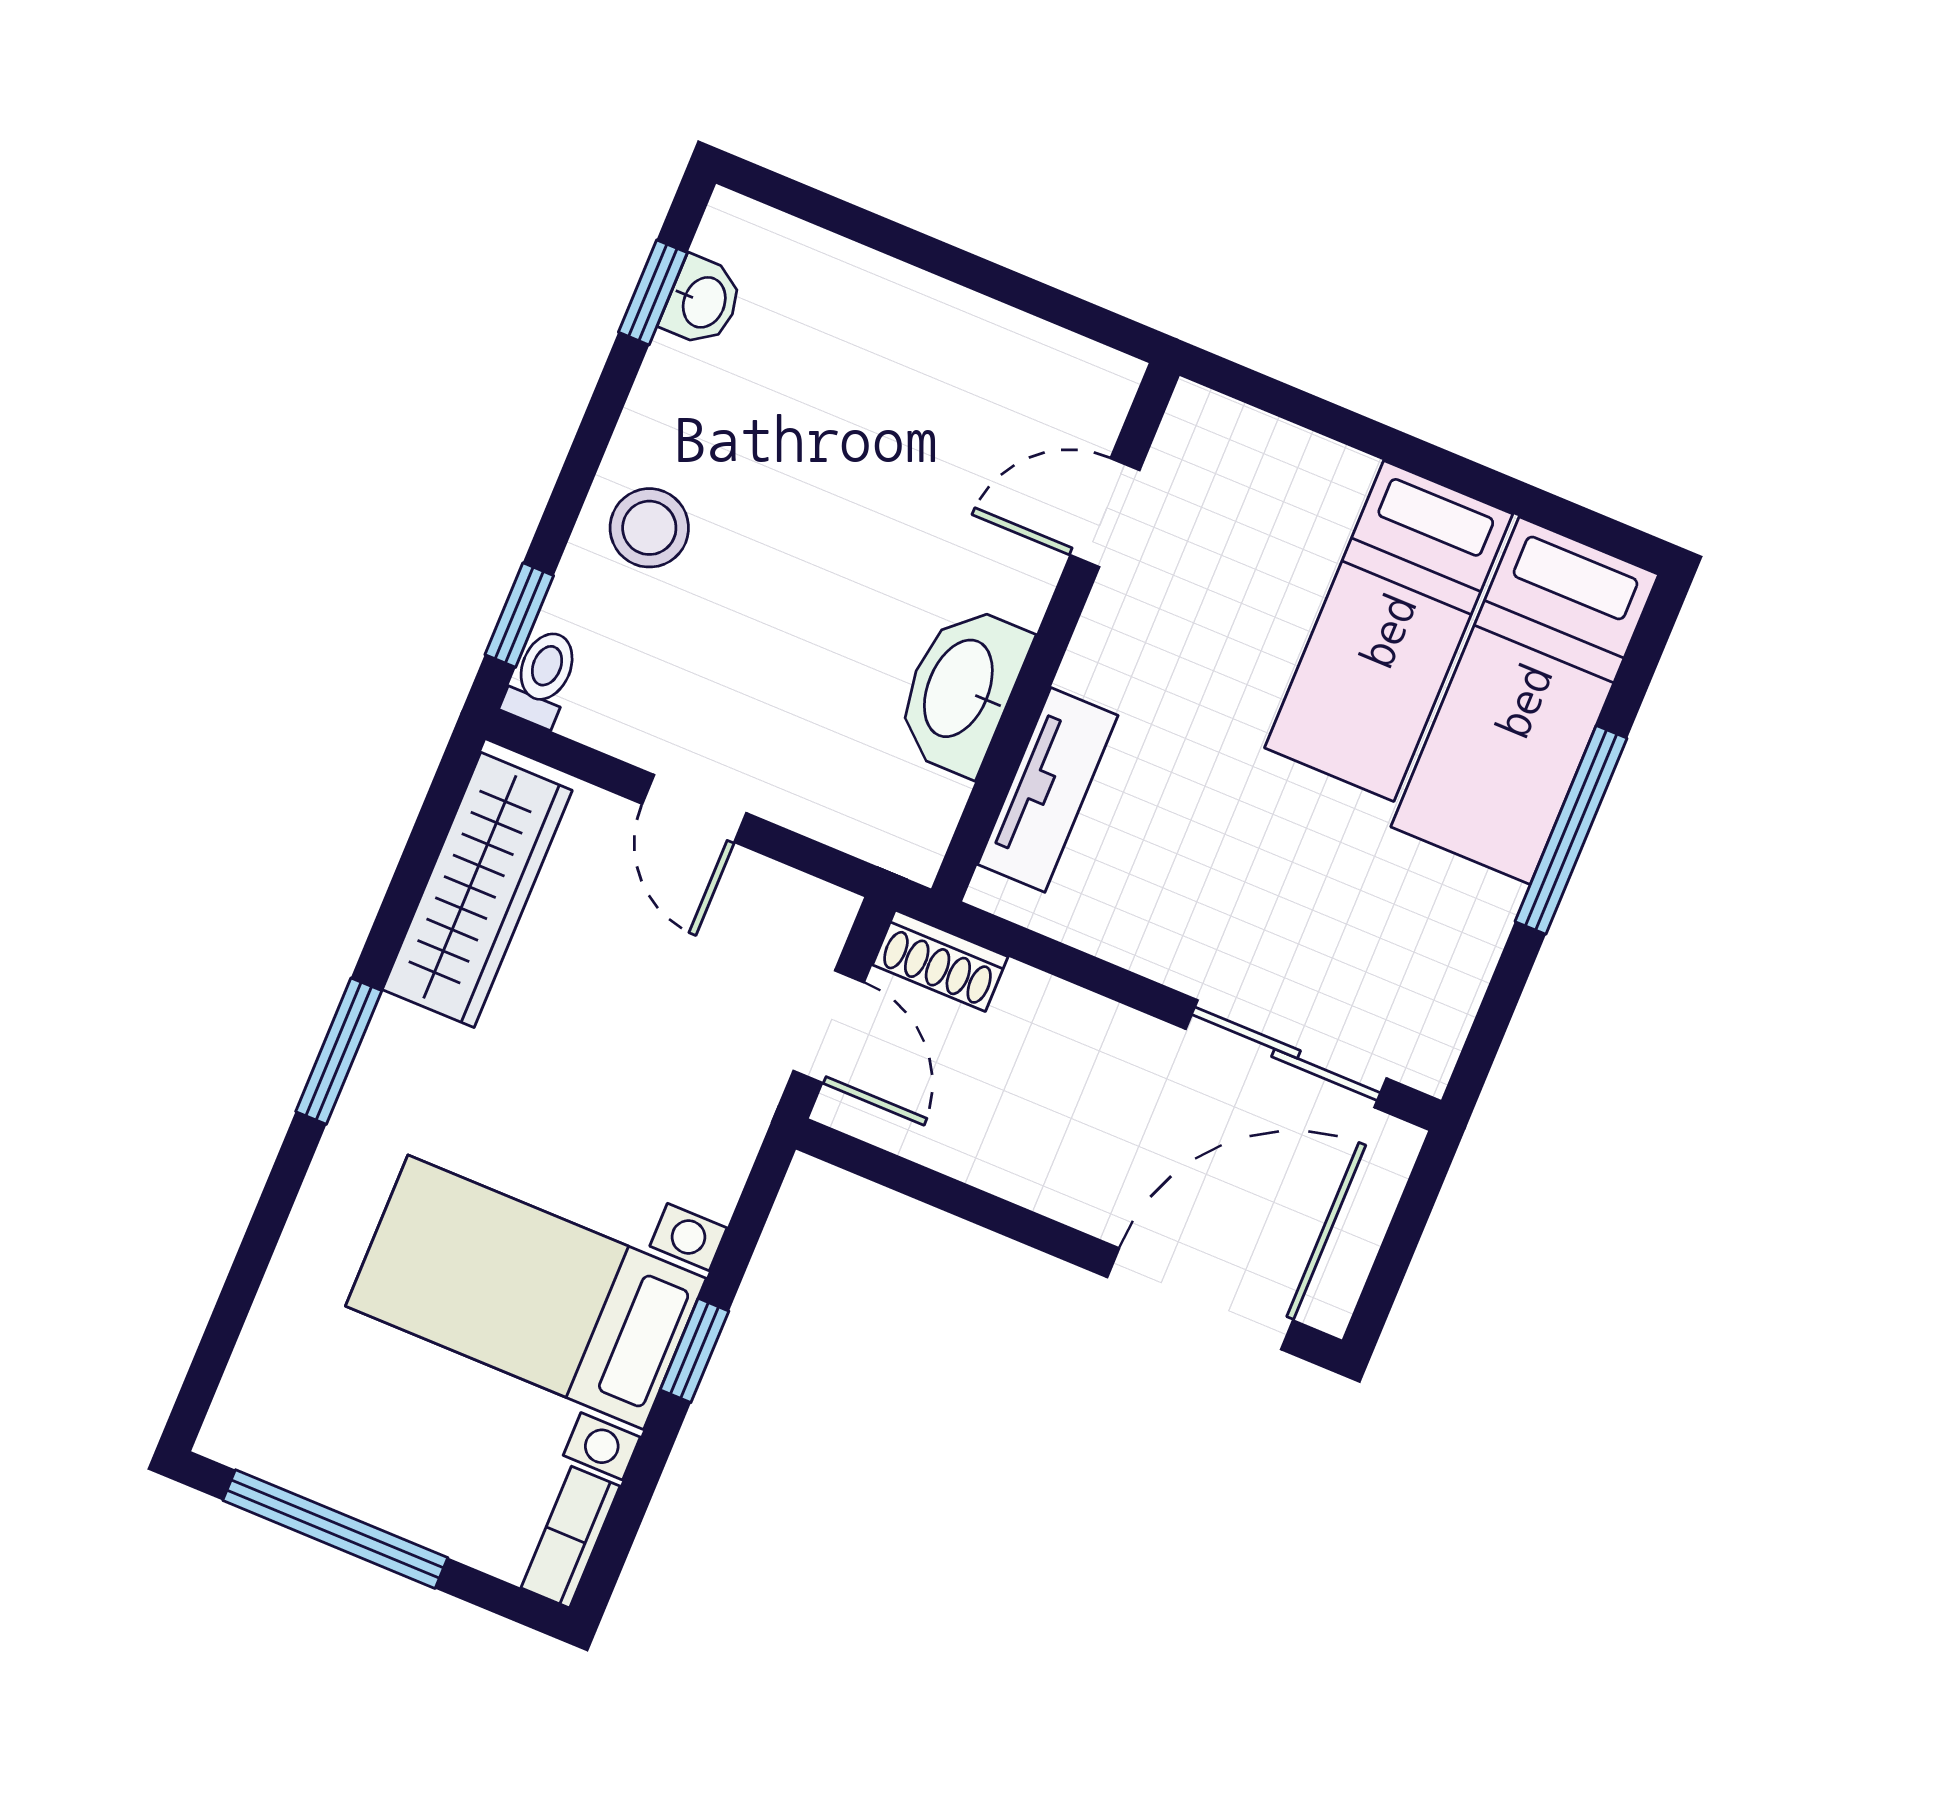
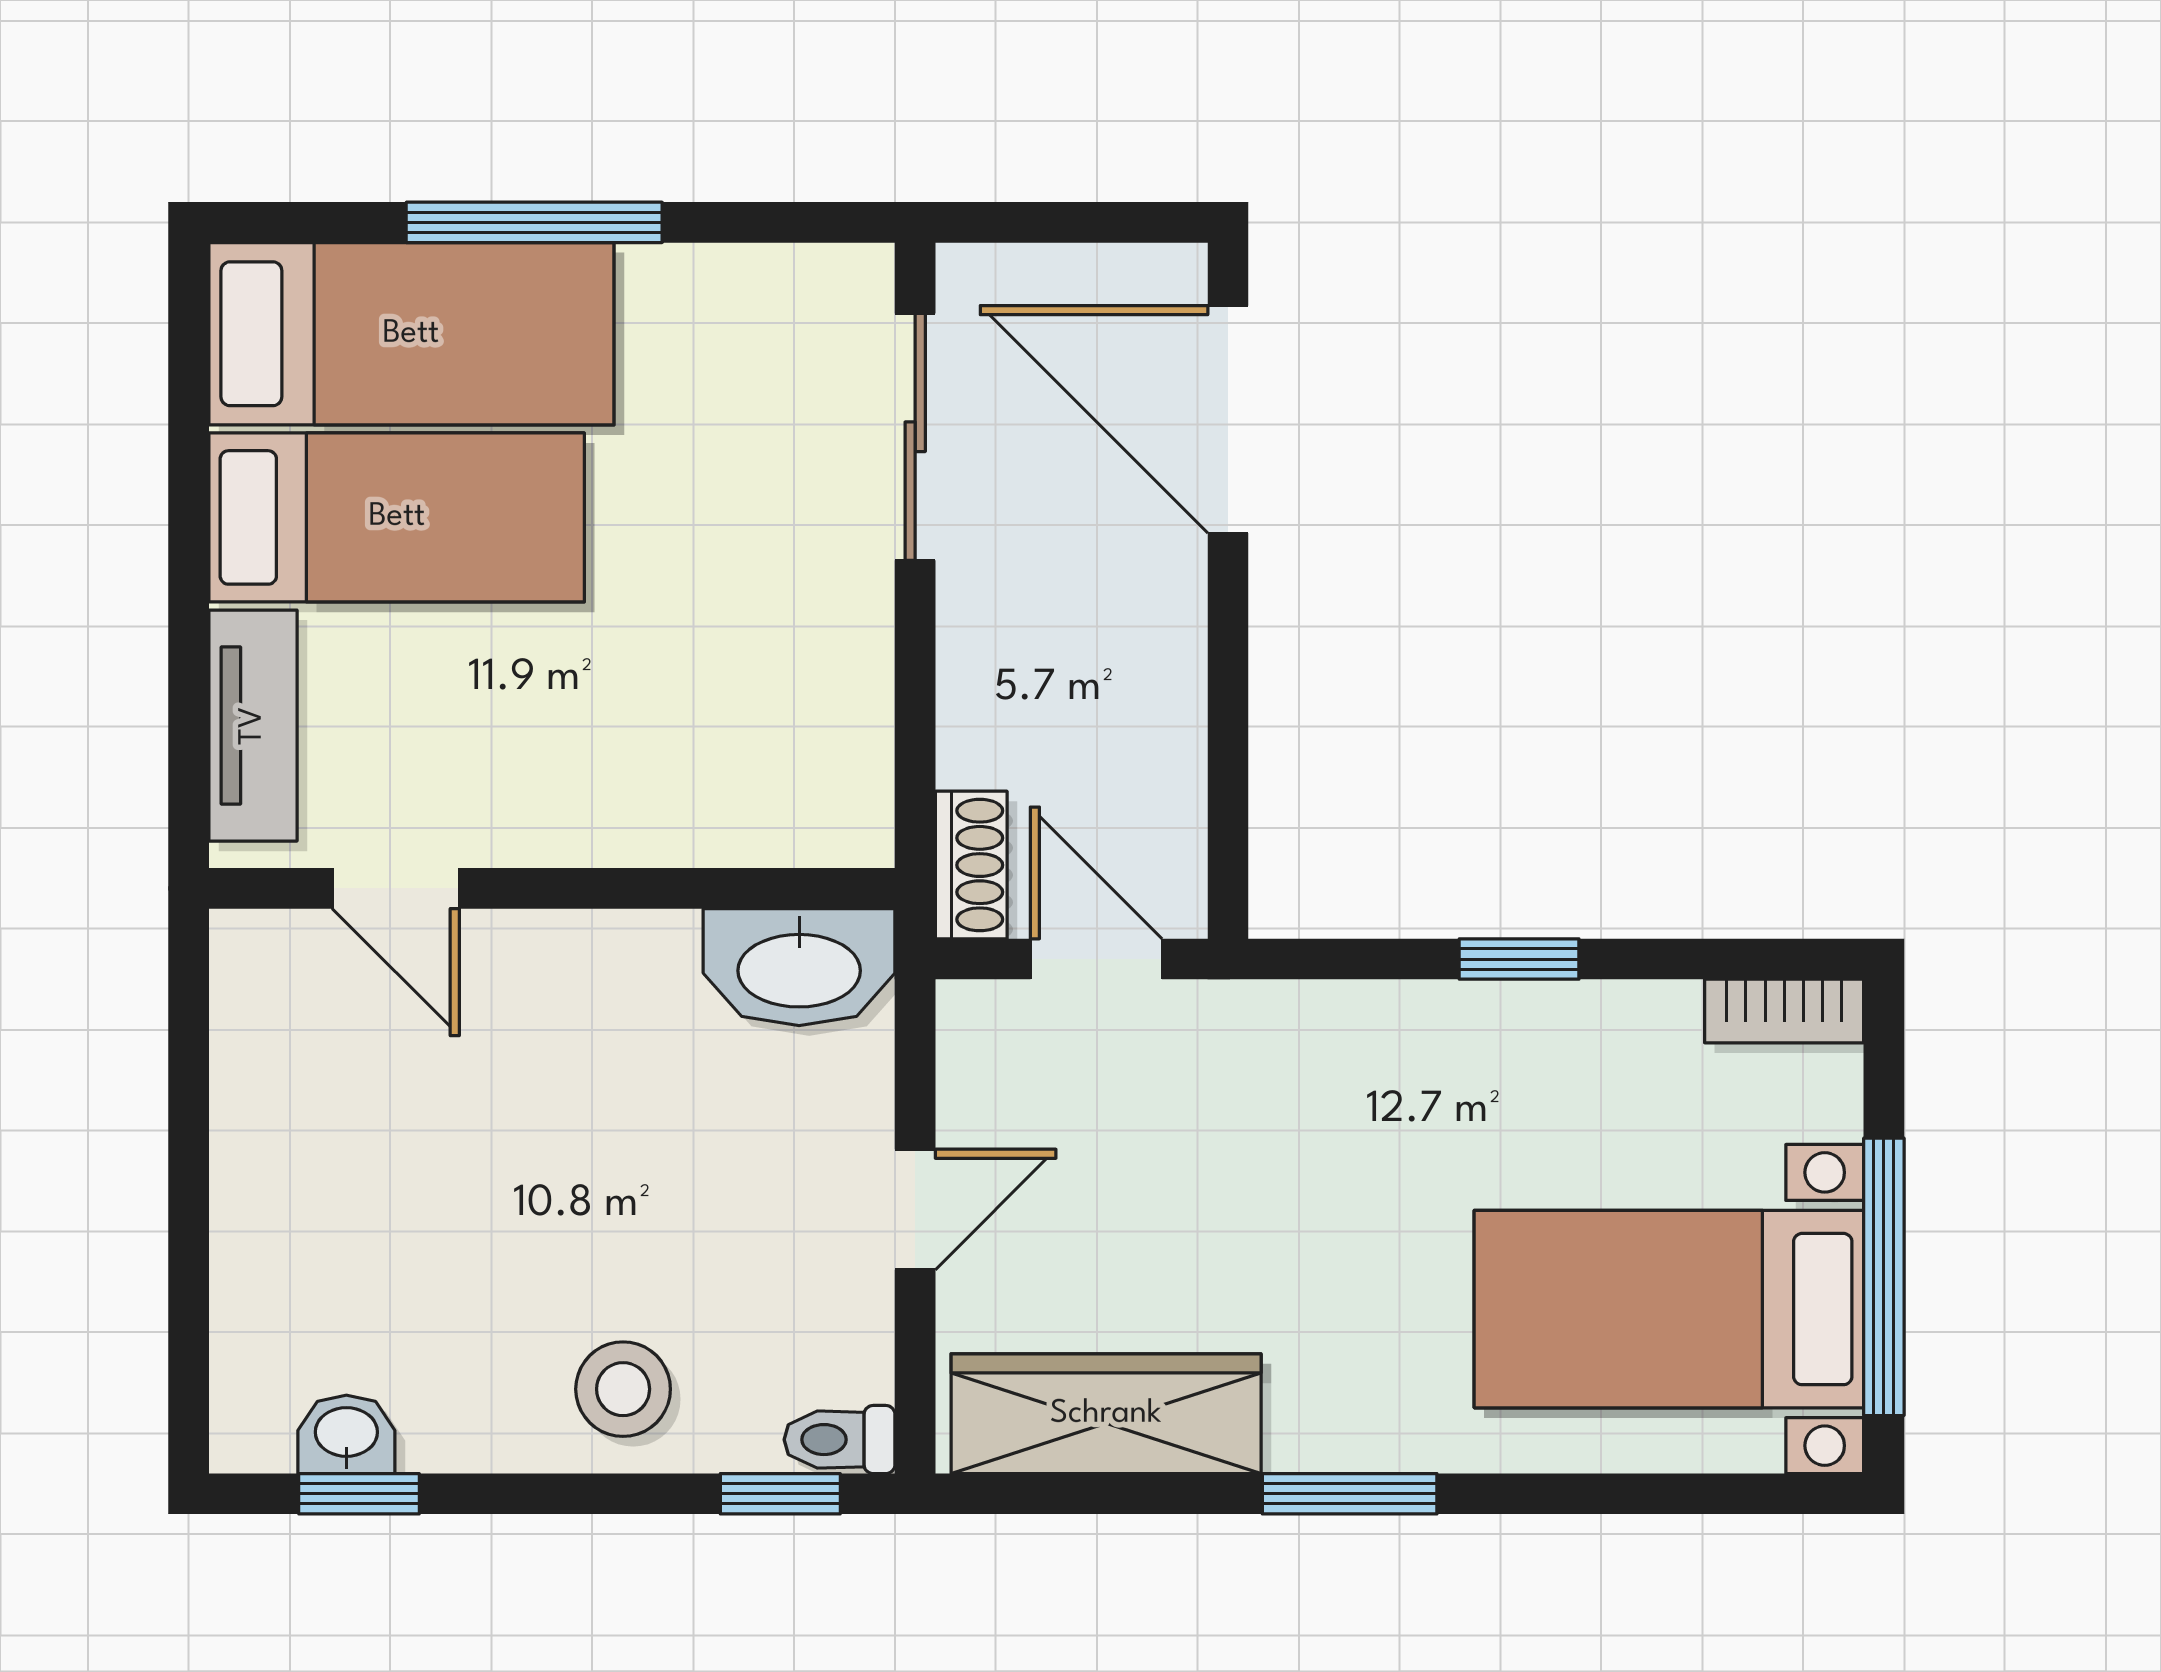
washbasin: (961, 689) -> (799, 967), moved
tv unit: (1048, 790) -> (253, 726), moved, turned 90
door: (829, 1027) -> (1096, 959), hinge flipped
bed with nightstands: (526, 1292) -> (1669, 1309), moved, turned 90

